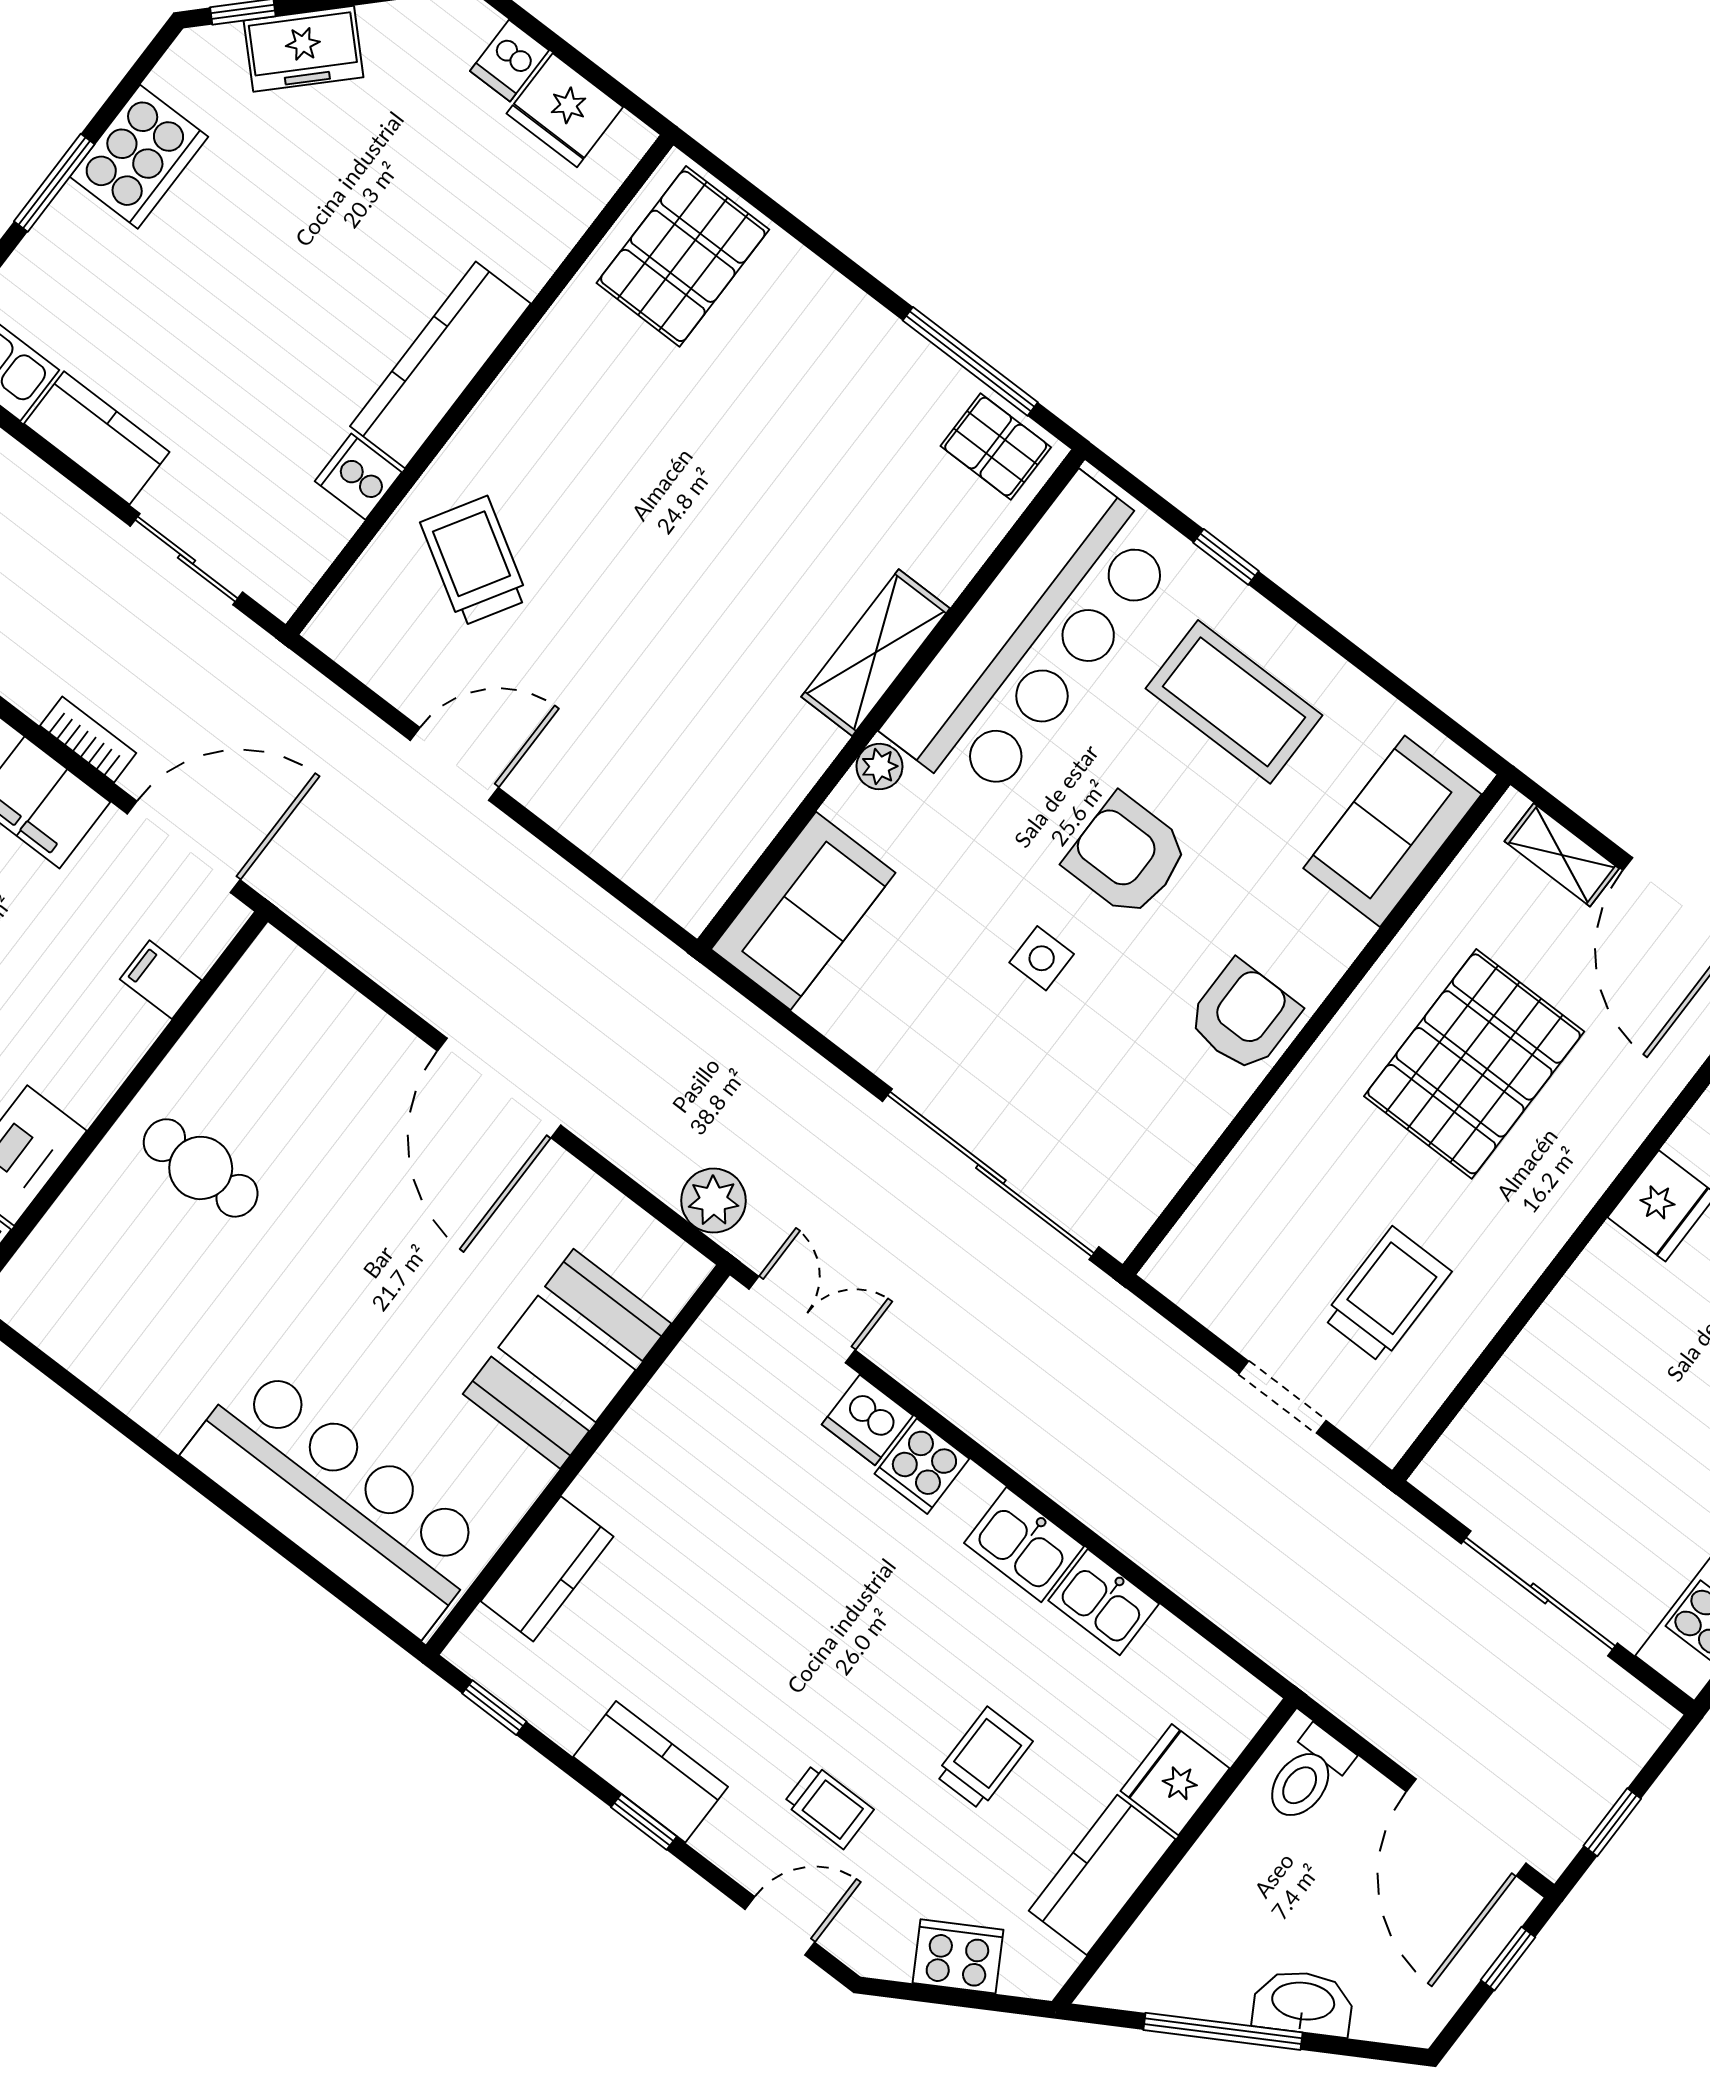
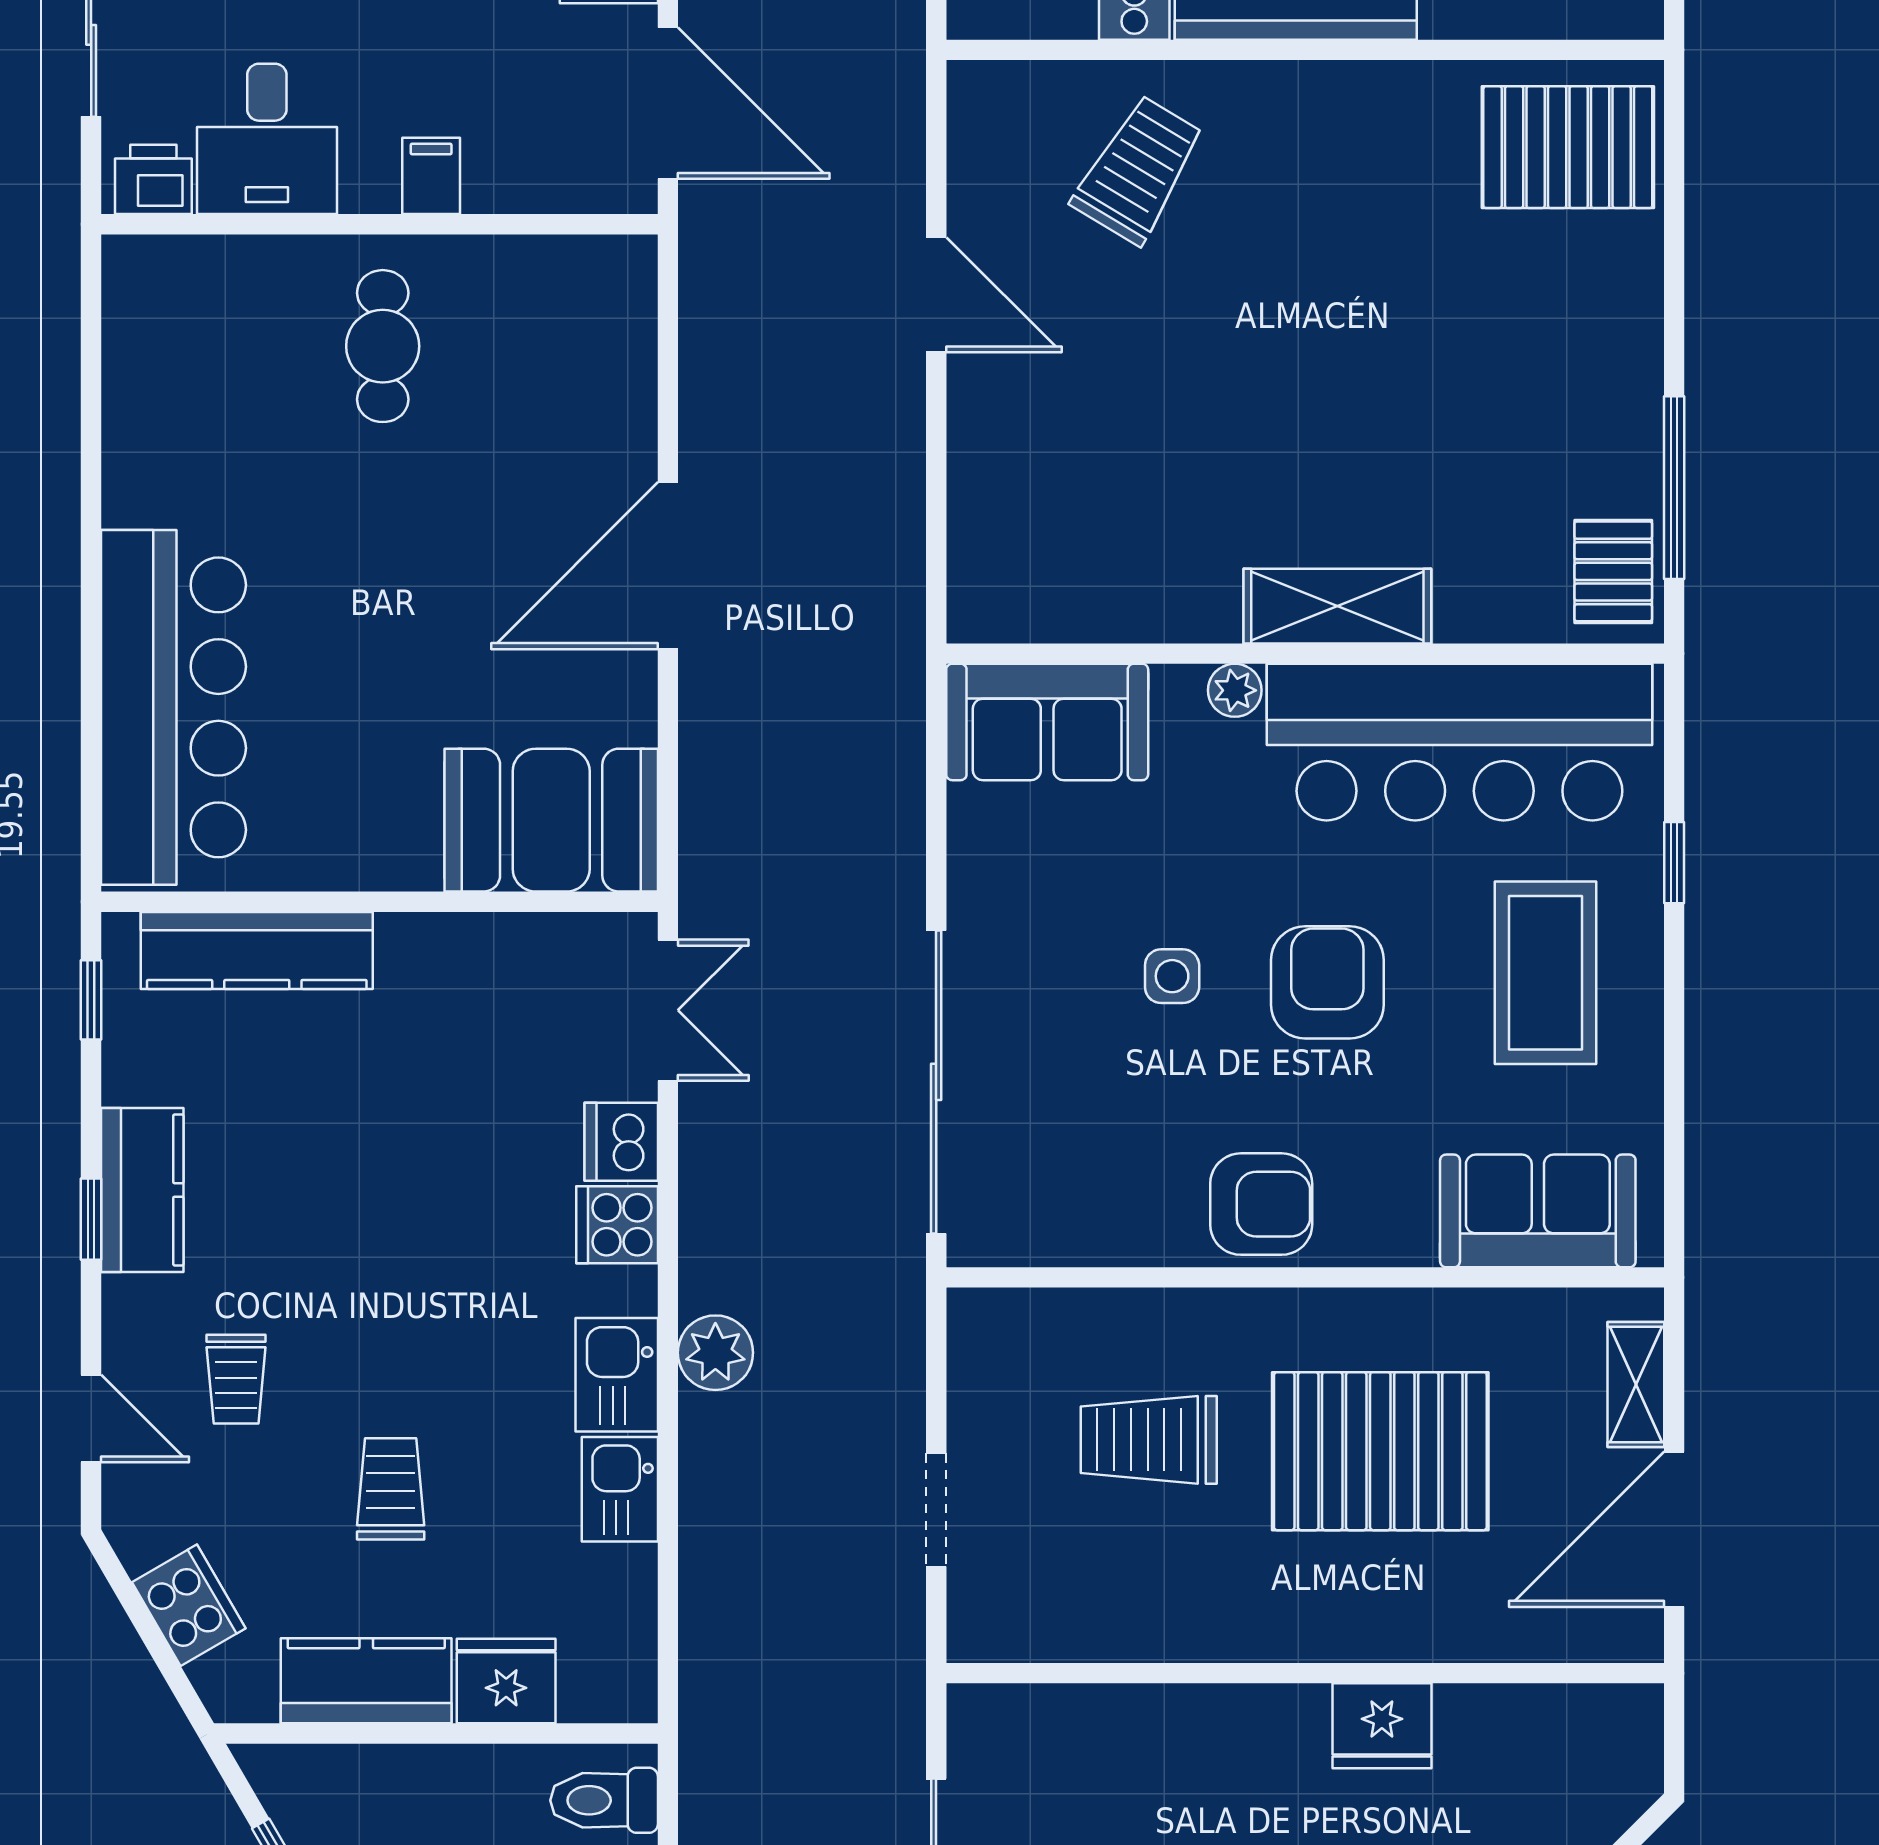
filing cabinet: (161, 980) -> (431, 176), moved
plant: (713, 1201) -> (715, 1353), moved
trolley: (1387, 1295) -> (1149, 1440), moved, turned 180
booth: (567, 1359) -> (551, 820), moved
kitchen counter: (547, 1569) -> (257, 950), width x1.50
trolley: (984, 1758) -> (391, 1489), turned -90

